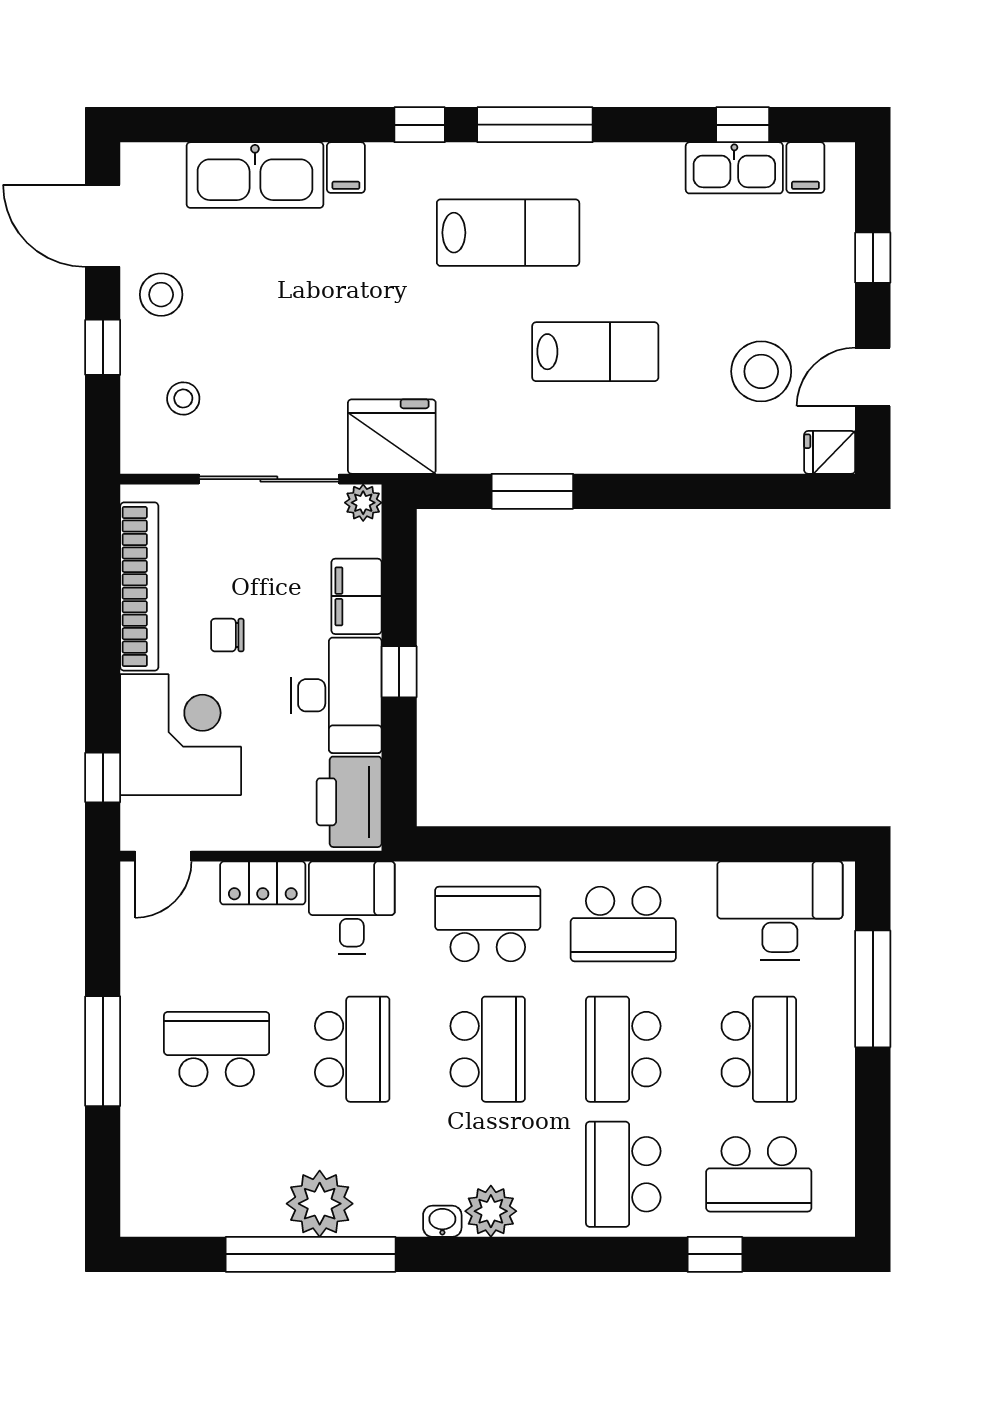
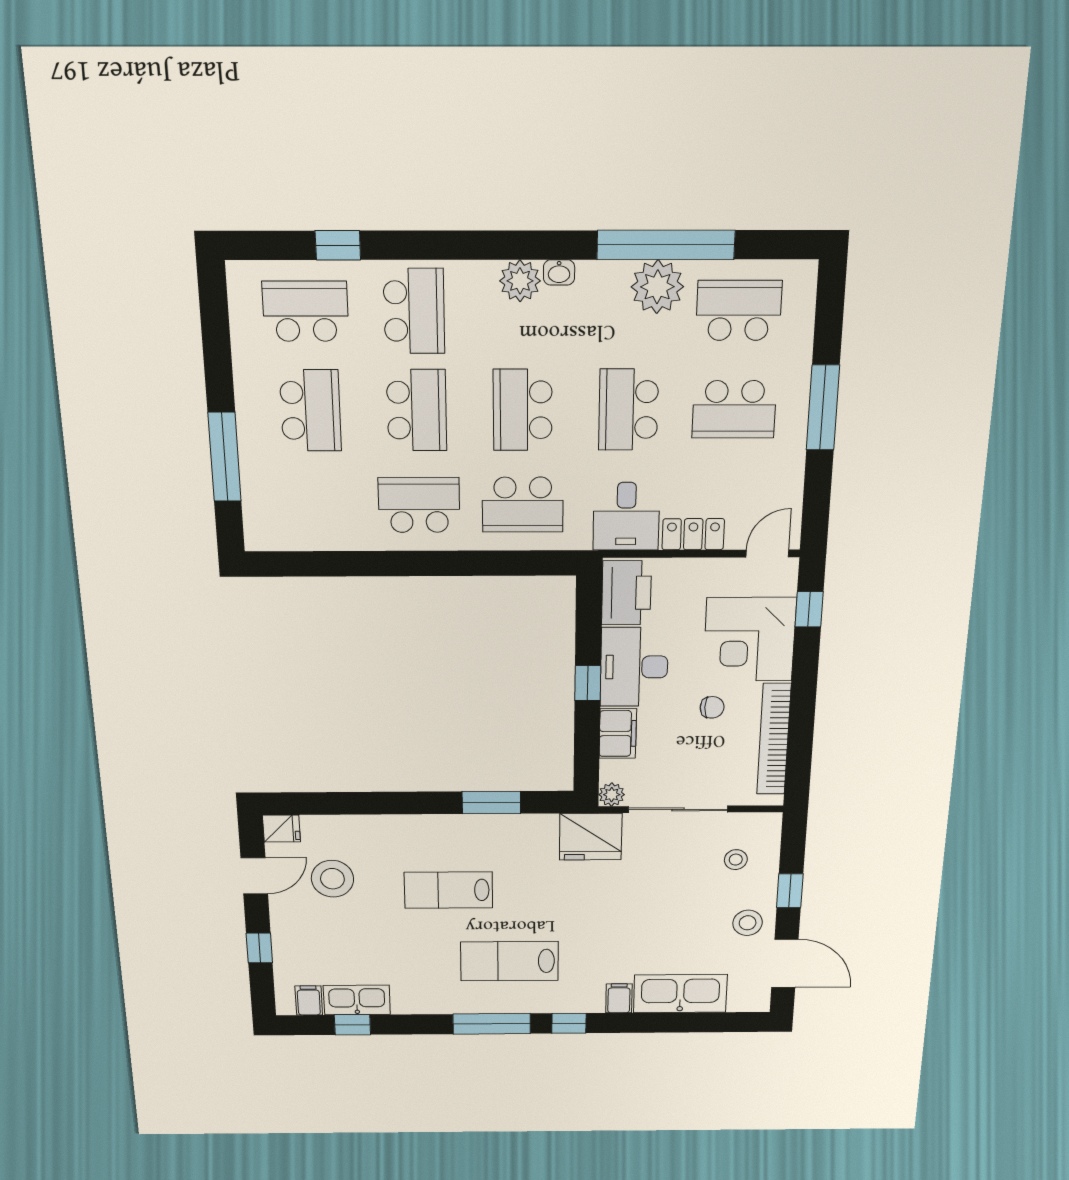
desk: (780, 911) -> (300, 515), removed
school desk: (759, 1049) -> (311, 410), turned 180
school desk: (217, 1174) -> (739, 310), added

